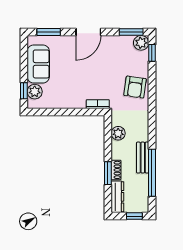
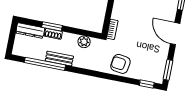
plant: (141, 43) -> (157, 77), removed
window: (134, 216) -> (11, 42), removed

